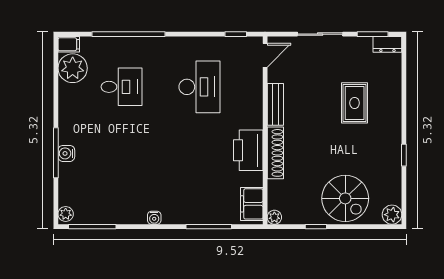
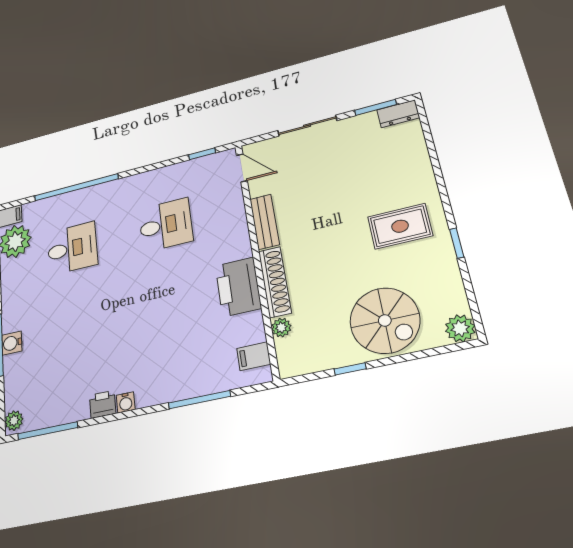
door: (265, 55) -> (242, 168), hinge flipped
desk: (199, 87) -> (166, 225), width x0.73
rug: (355, 103) -> (400, 226), moved, turned 90
filing cabinet: (252, 204) -> (254, 356), width x0.50
printer: (137, 216) -> (103, 404), added
plant: (274, 217) -> (281, 327), moved

